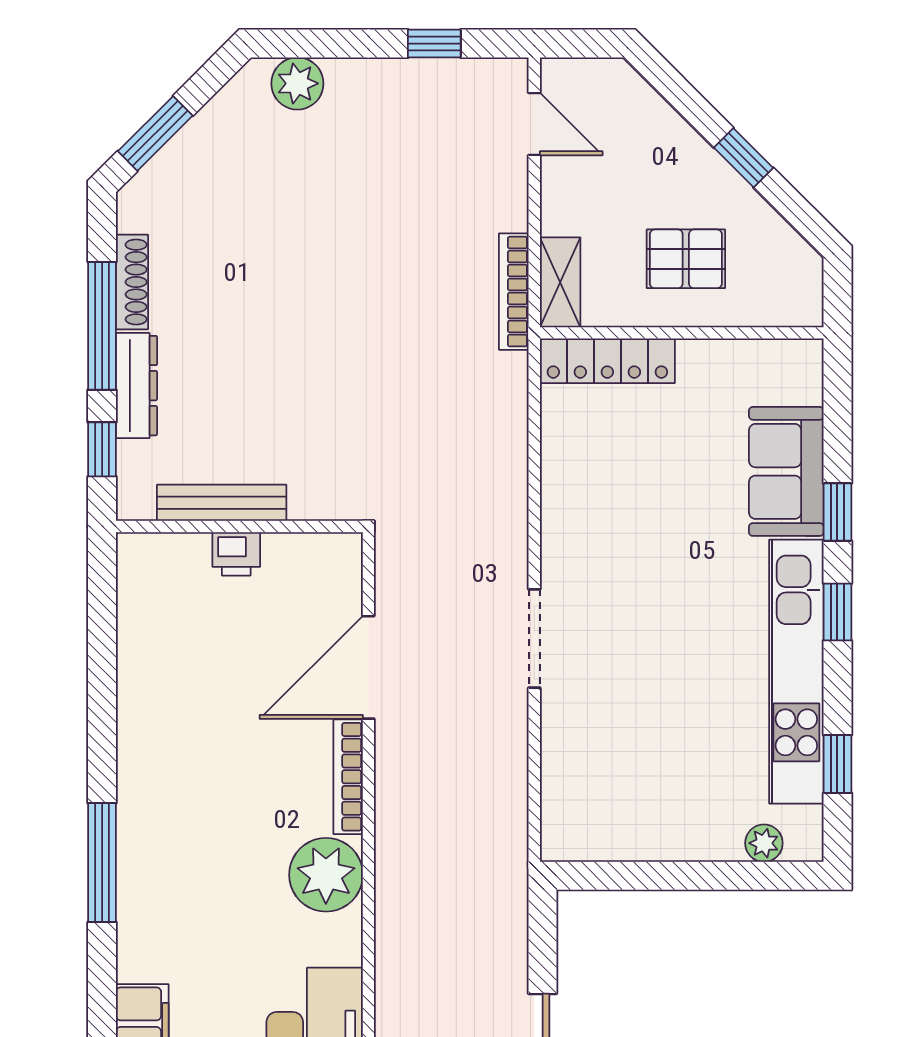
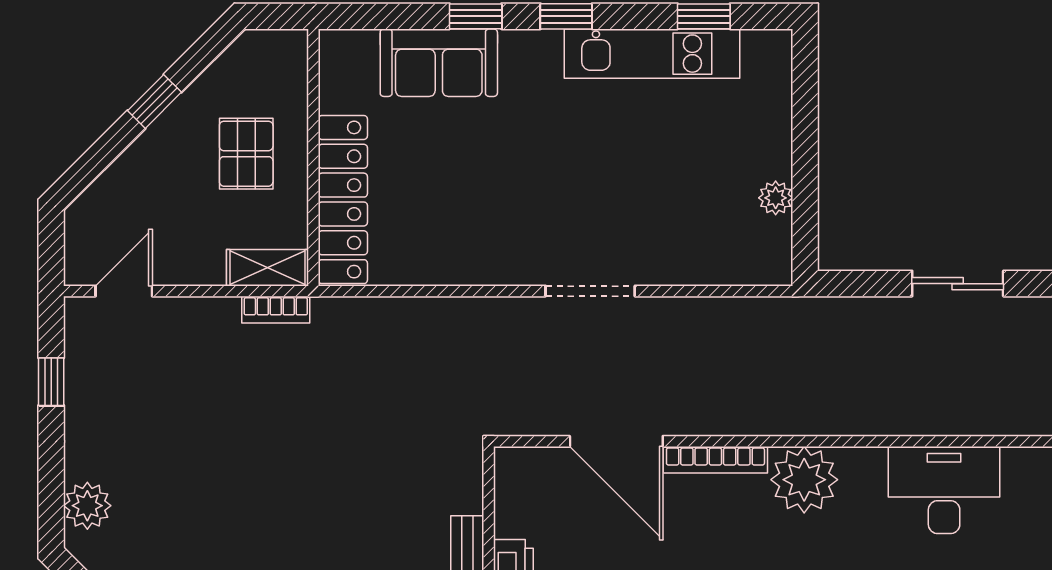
bookcase: (514, 292) -> (276, 310), width x0.64
locker: (607, 361) -> (343, 200), width x1.41, depth x1.21
kitchen unit: (796, 672) -> (652, 54), width x0.73
plant: (764, 843) -> (776, 198), moved

